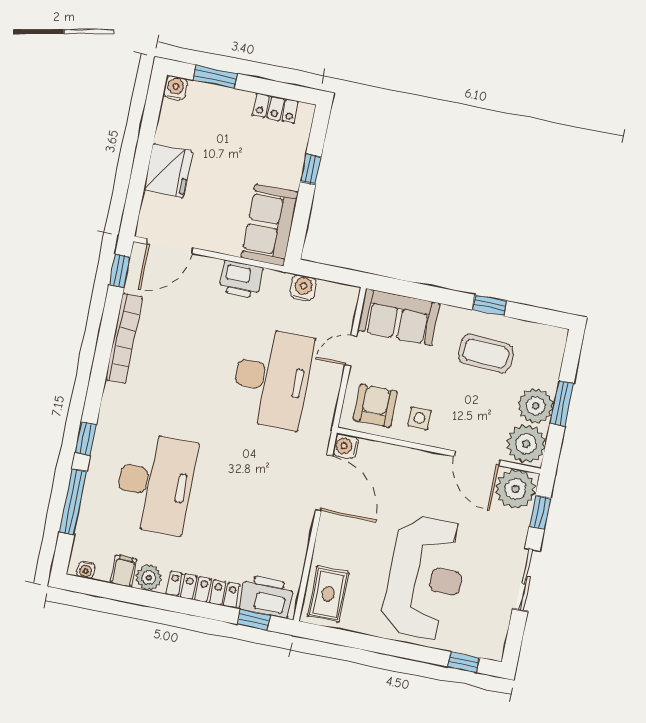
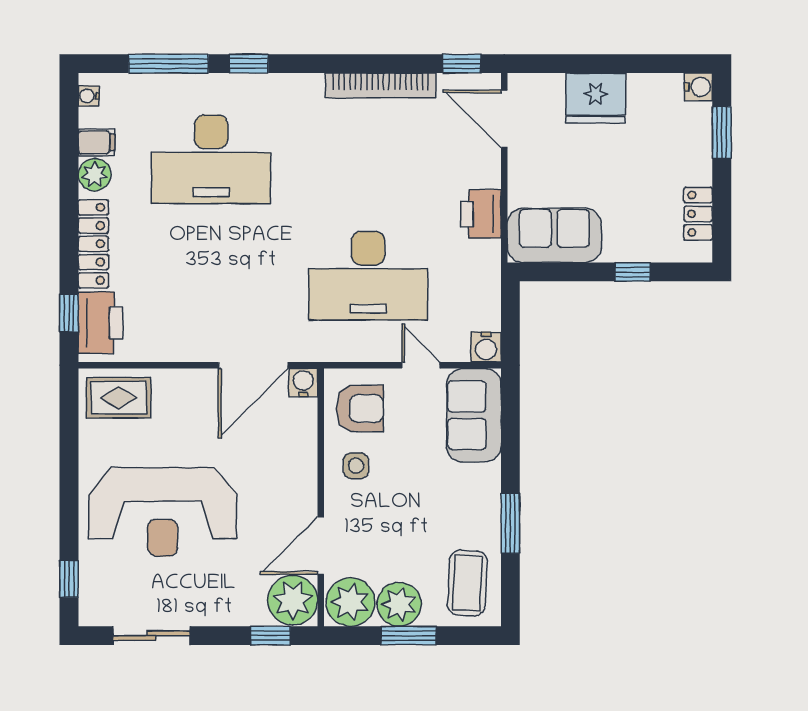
water cooler: (303, 288) -> (486, 347), moved, turned 90
window: (489, 305) -> (510, 523), width x1.50
coffee table: (486, 353) -> (467, 583), moved
sliding door: (526, 580) -> (151, 636), moved

